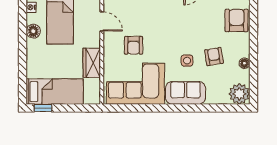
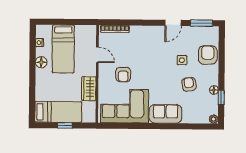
side table: (187, 61) -> (182, 60), moved
window: (253, 72) -> (221, 97), added
plant: (239, 94) -> (213, 119), width x0.53, depth x0.53
window: (43, 108) -> (65, 125), moved

